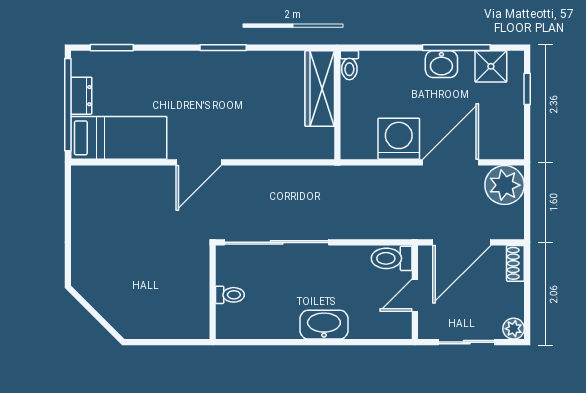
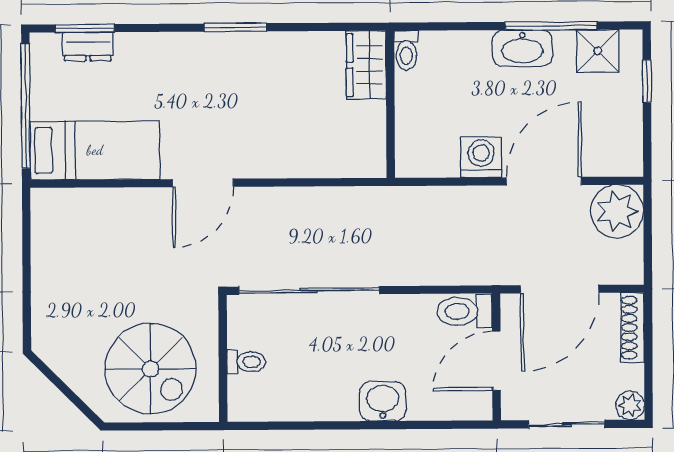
washbasin: (441, 64) -> (522, 48), width x1.38
wardrobe: (320, 88) -> (366, 65), width x0.67
dresser: (81, 96) -> (88, 46), moved, turned 90
washing machine: (399, 139) -> (481, 157), width x0.73, depth x0.73
shoe rack: (515, 263) -> (632, 328), width x1.43
door: (415, 295) -> (496, 361), width x1.38
spiral stairs: (159, 300) -> (150, 369), added
washbasin: (324, 325) -> (383, 401), width x0.72

